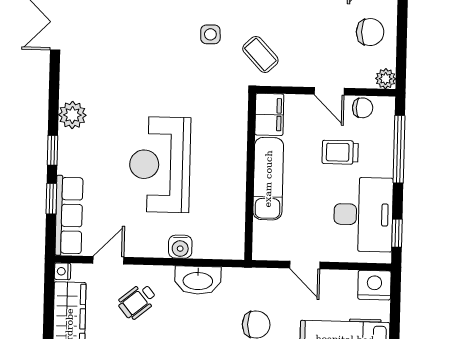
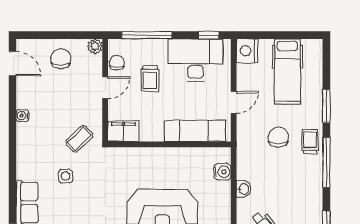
exam couch: (268, 179) -> (195, 131), moved
water cooler: (180, 247) -> (222, 172), moved
washbasin: (198, 280) -> (244, 189), width x0.52, depth x0.69

